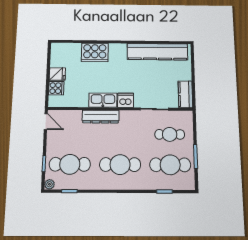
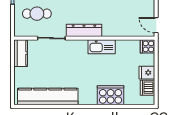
cooker: (56, 88) -> (147, 46), moved
dishwasher: (126, 100) -> (148, 88), moved, turned 90
dresser: (101, 117) -> (84, 30), moved

